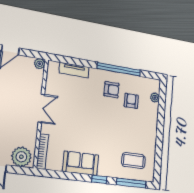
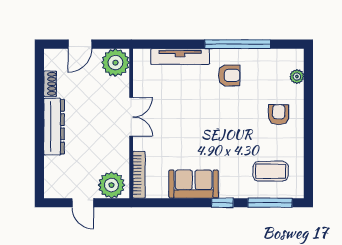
plant: (40, 64) -> (115, 63), width x1.88, depth x1.88
tv unit: (74, 70) -> (180, 57), width x1.41
armchair: (131, 101) -> (279, 115), moved

